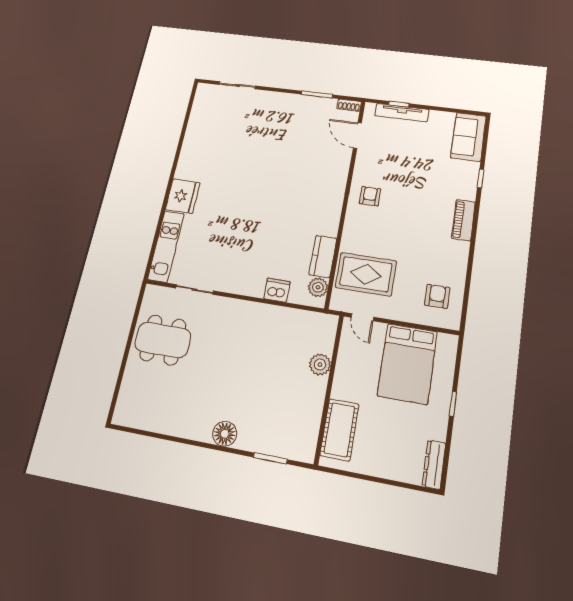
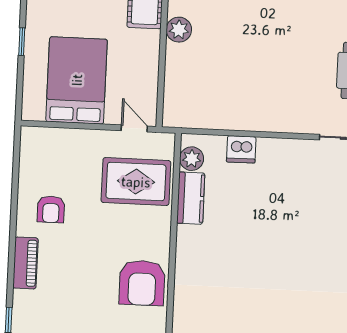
armchair: (370, 196) -> (142, 283), width x1.88, depth x1.88
armchair: (437, 296) -> (51, 209), moved
plant: (320, 365) -> (179, 30), moved

